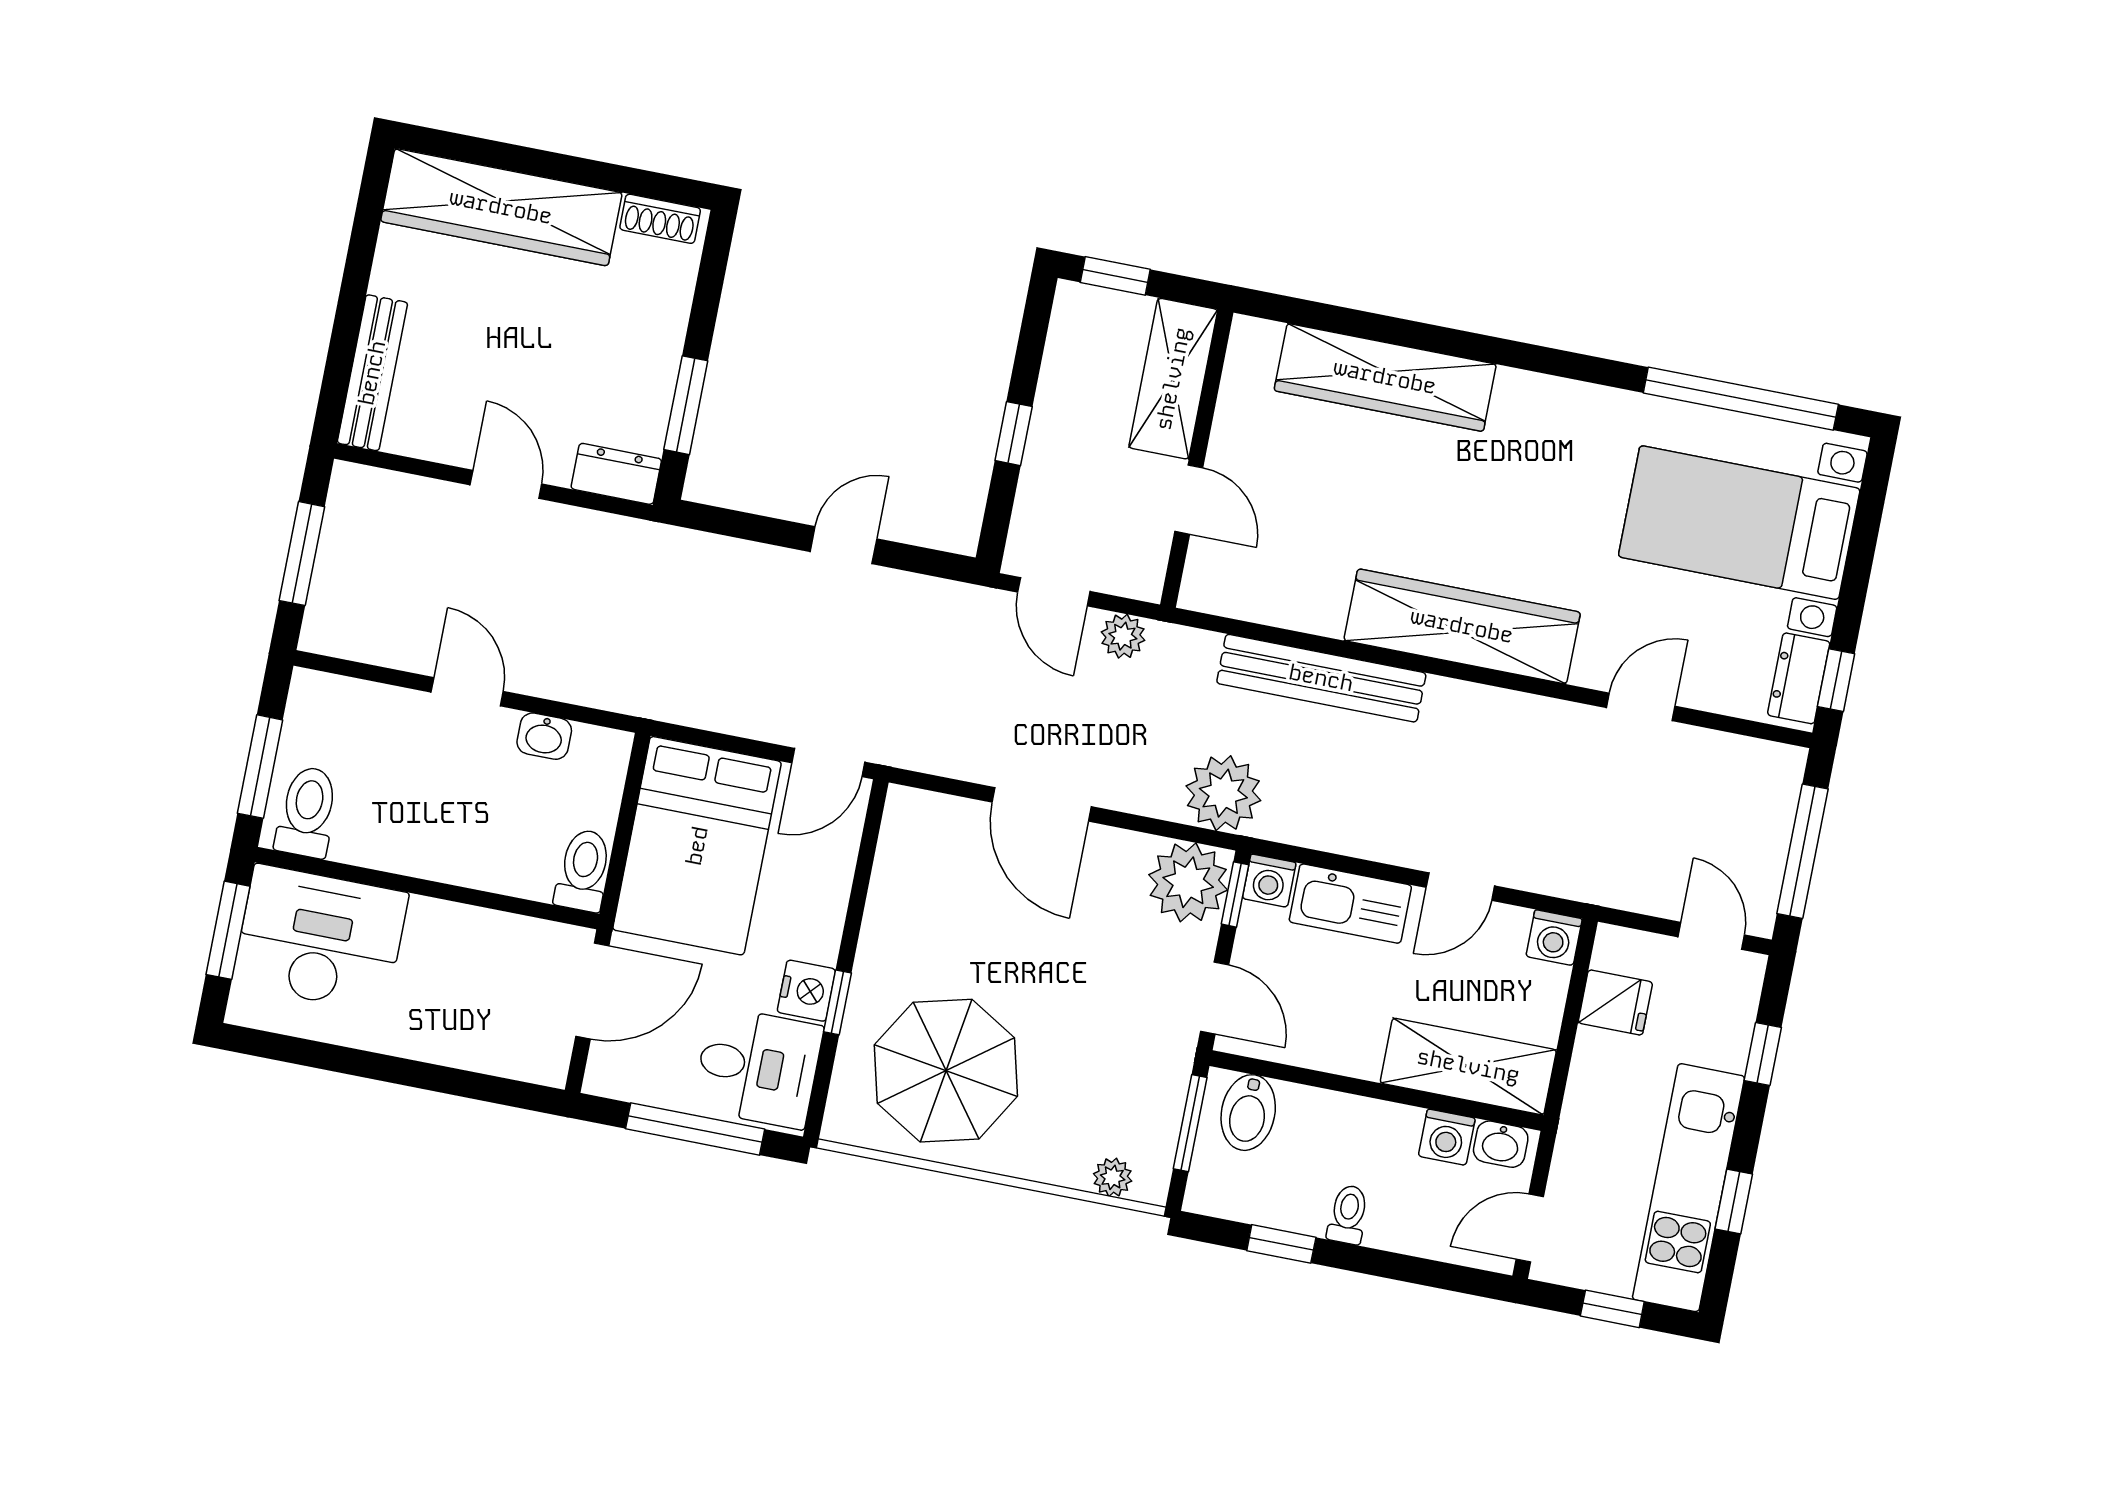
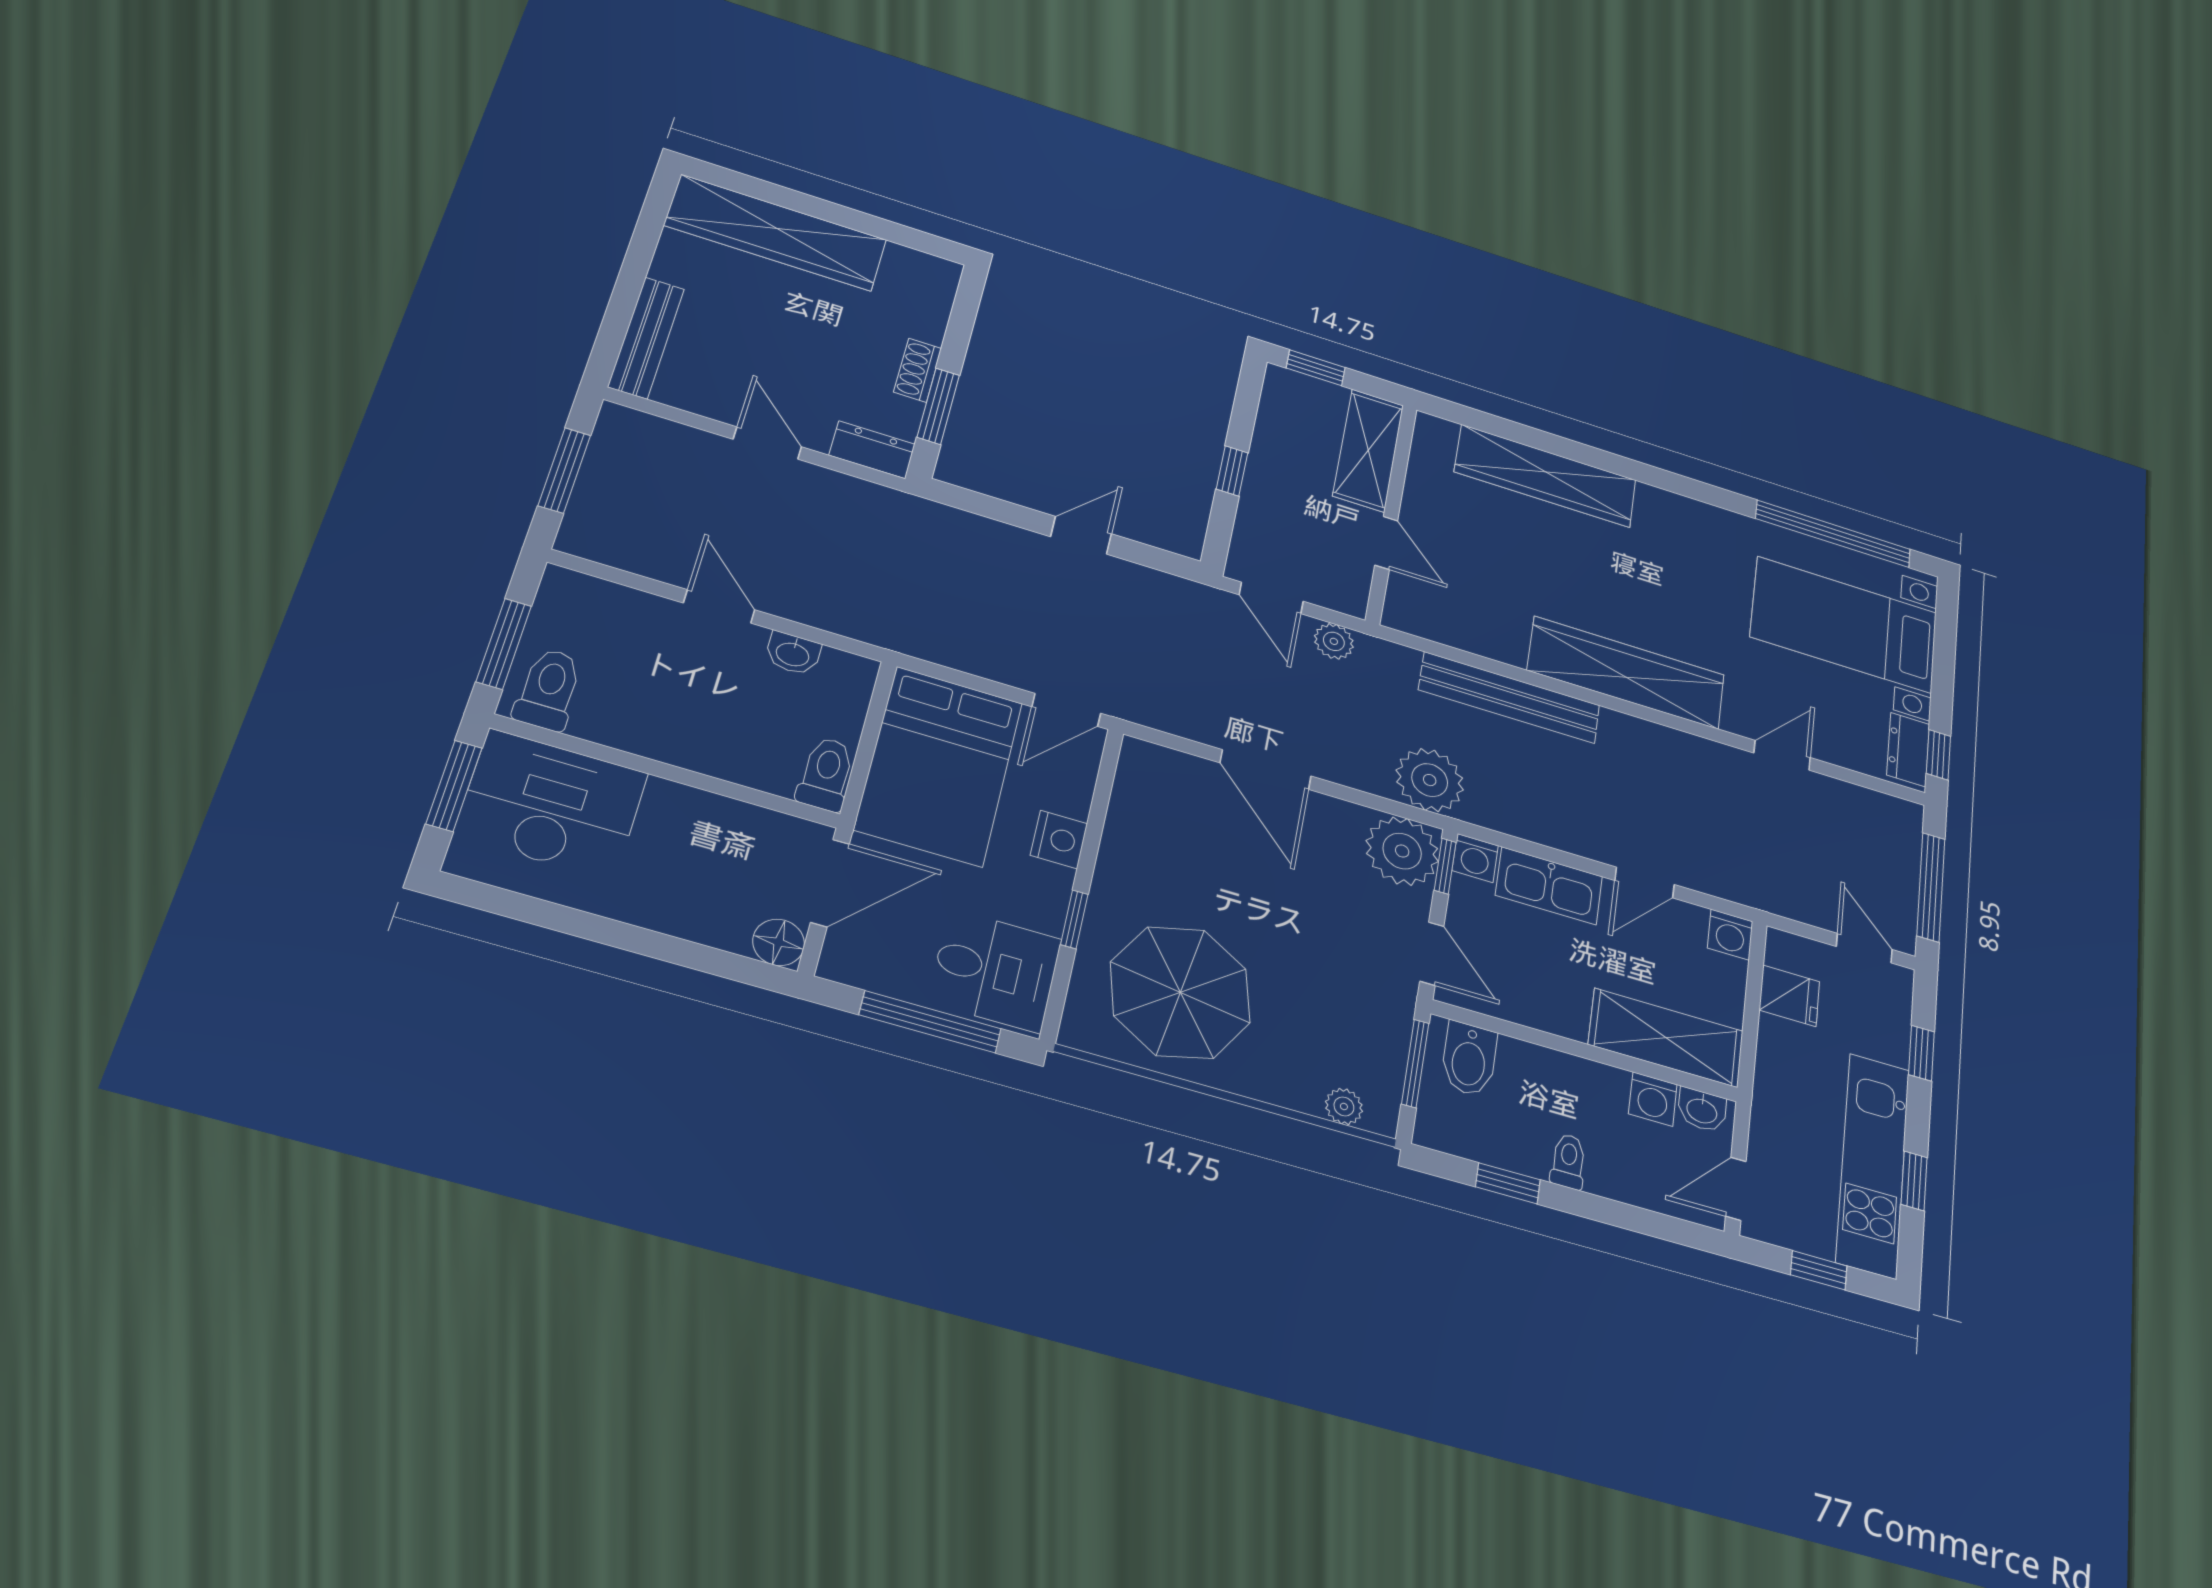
shoe rack: (660, 219) -> (918, 370), moved, turned 90
nightstand: (806, 991) -> (1059, 839), moved
floor lamp: (545, 1061) -> (779, 942), added

